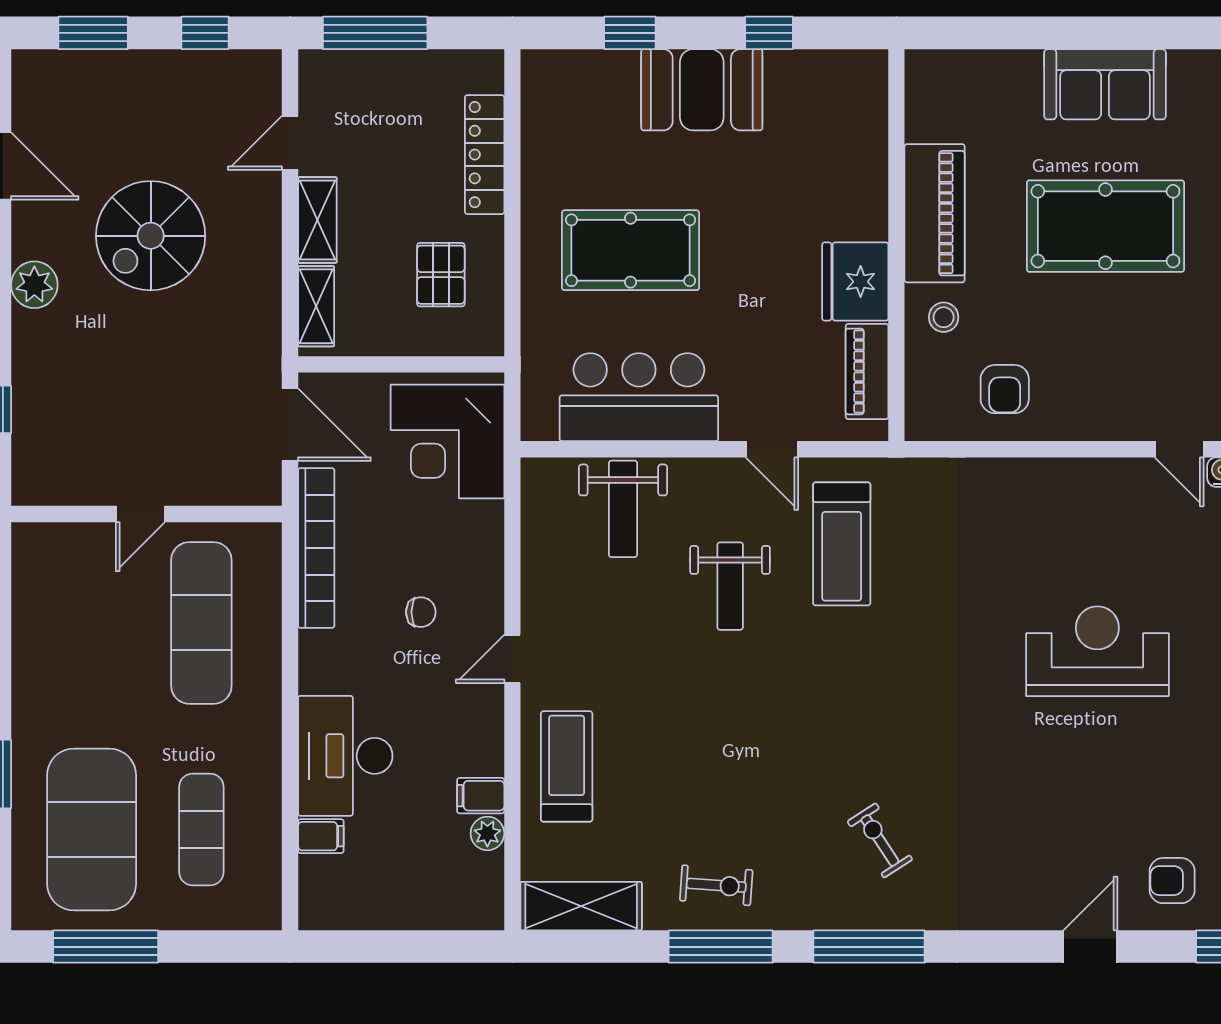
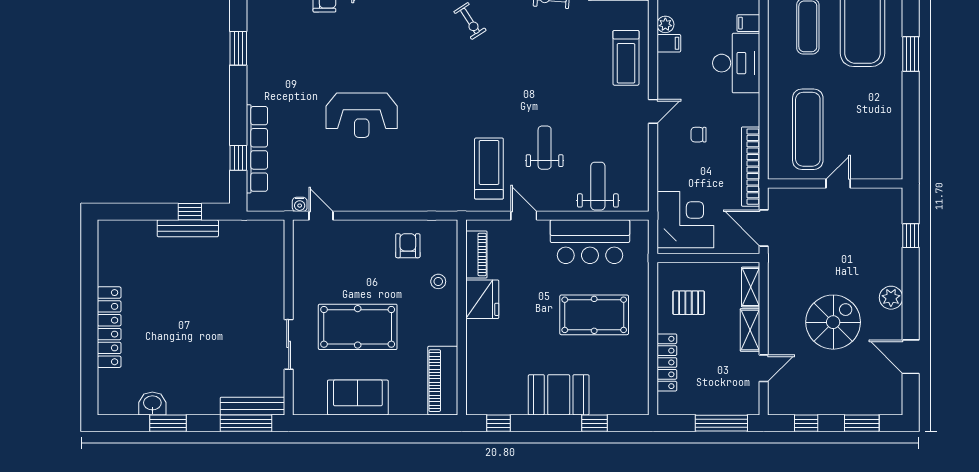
window: (769, 33) -> (498, 423), moved
piano: (935, 213) -> (443, 381), moved
pallet: (441, 275) -> (689, 303), turned 90

